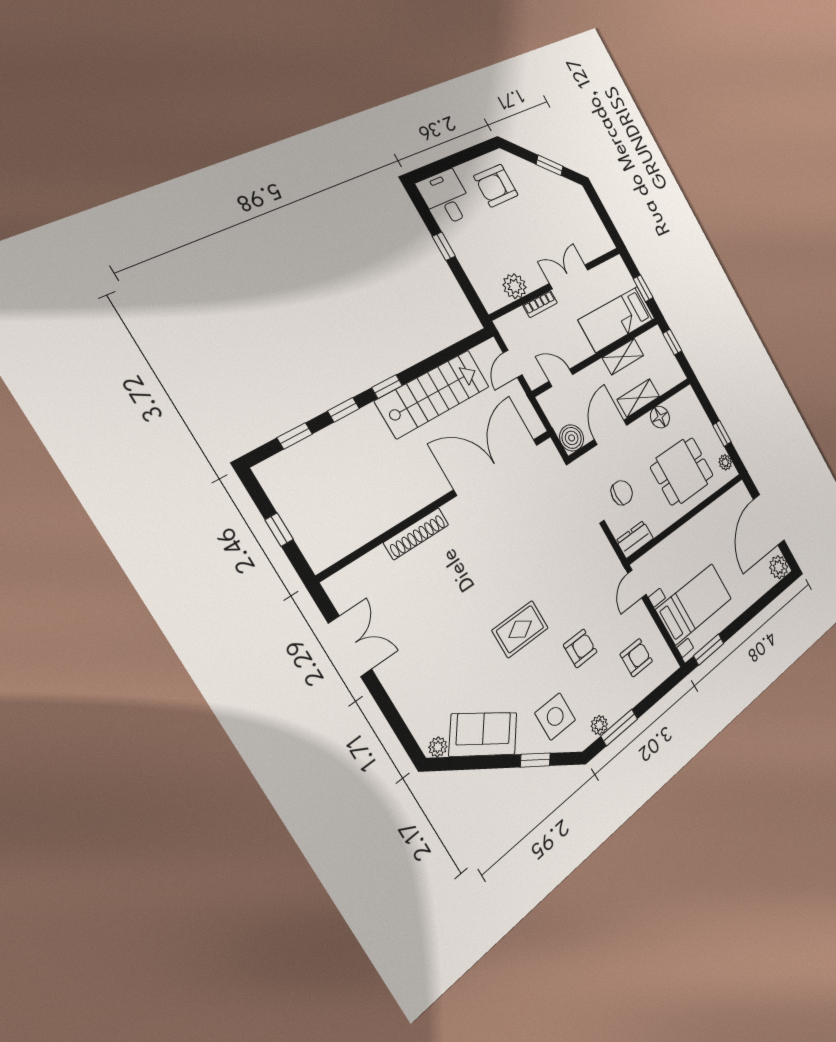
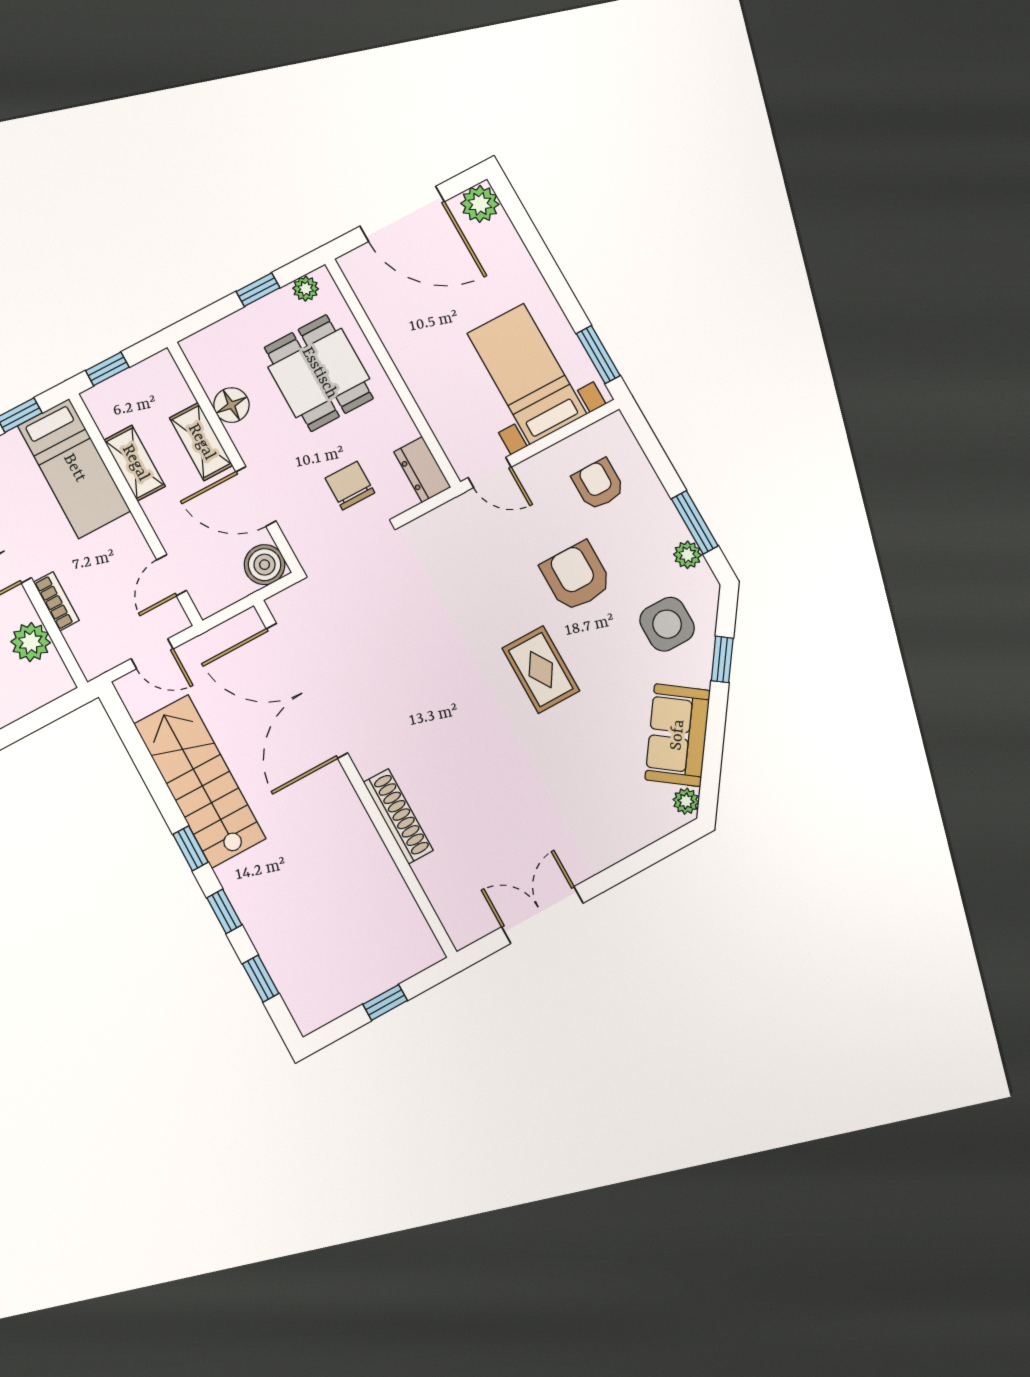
armchair: (580, 648) -> (576, 576), width x1.38, depth x1.38

